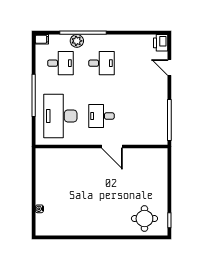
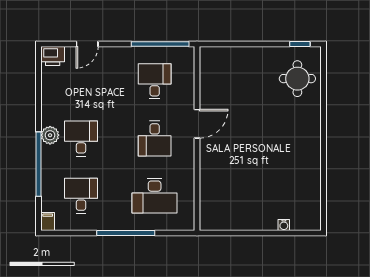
plant: (77, 41) -> (50, 135), moved
desk: (60, 116) -> (155, 196), width x0.73, depth x0.77
desk: (143, 116) -> (155, 81), added

